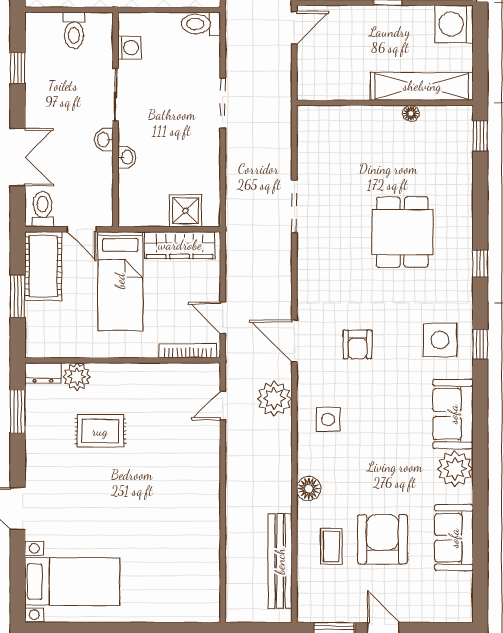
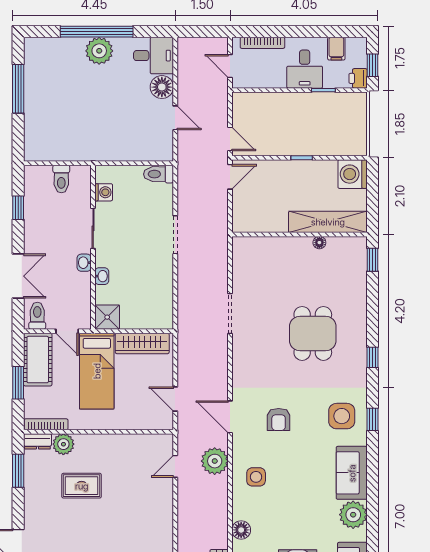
shower: (185, 211) -> (107, 317), moved
bookcase: (188, 351) -> (46, 424), moved

